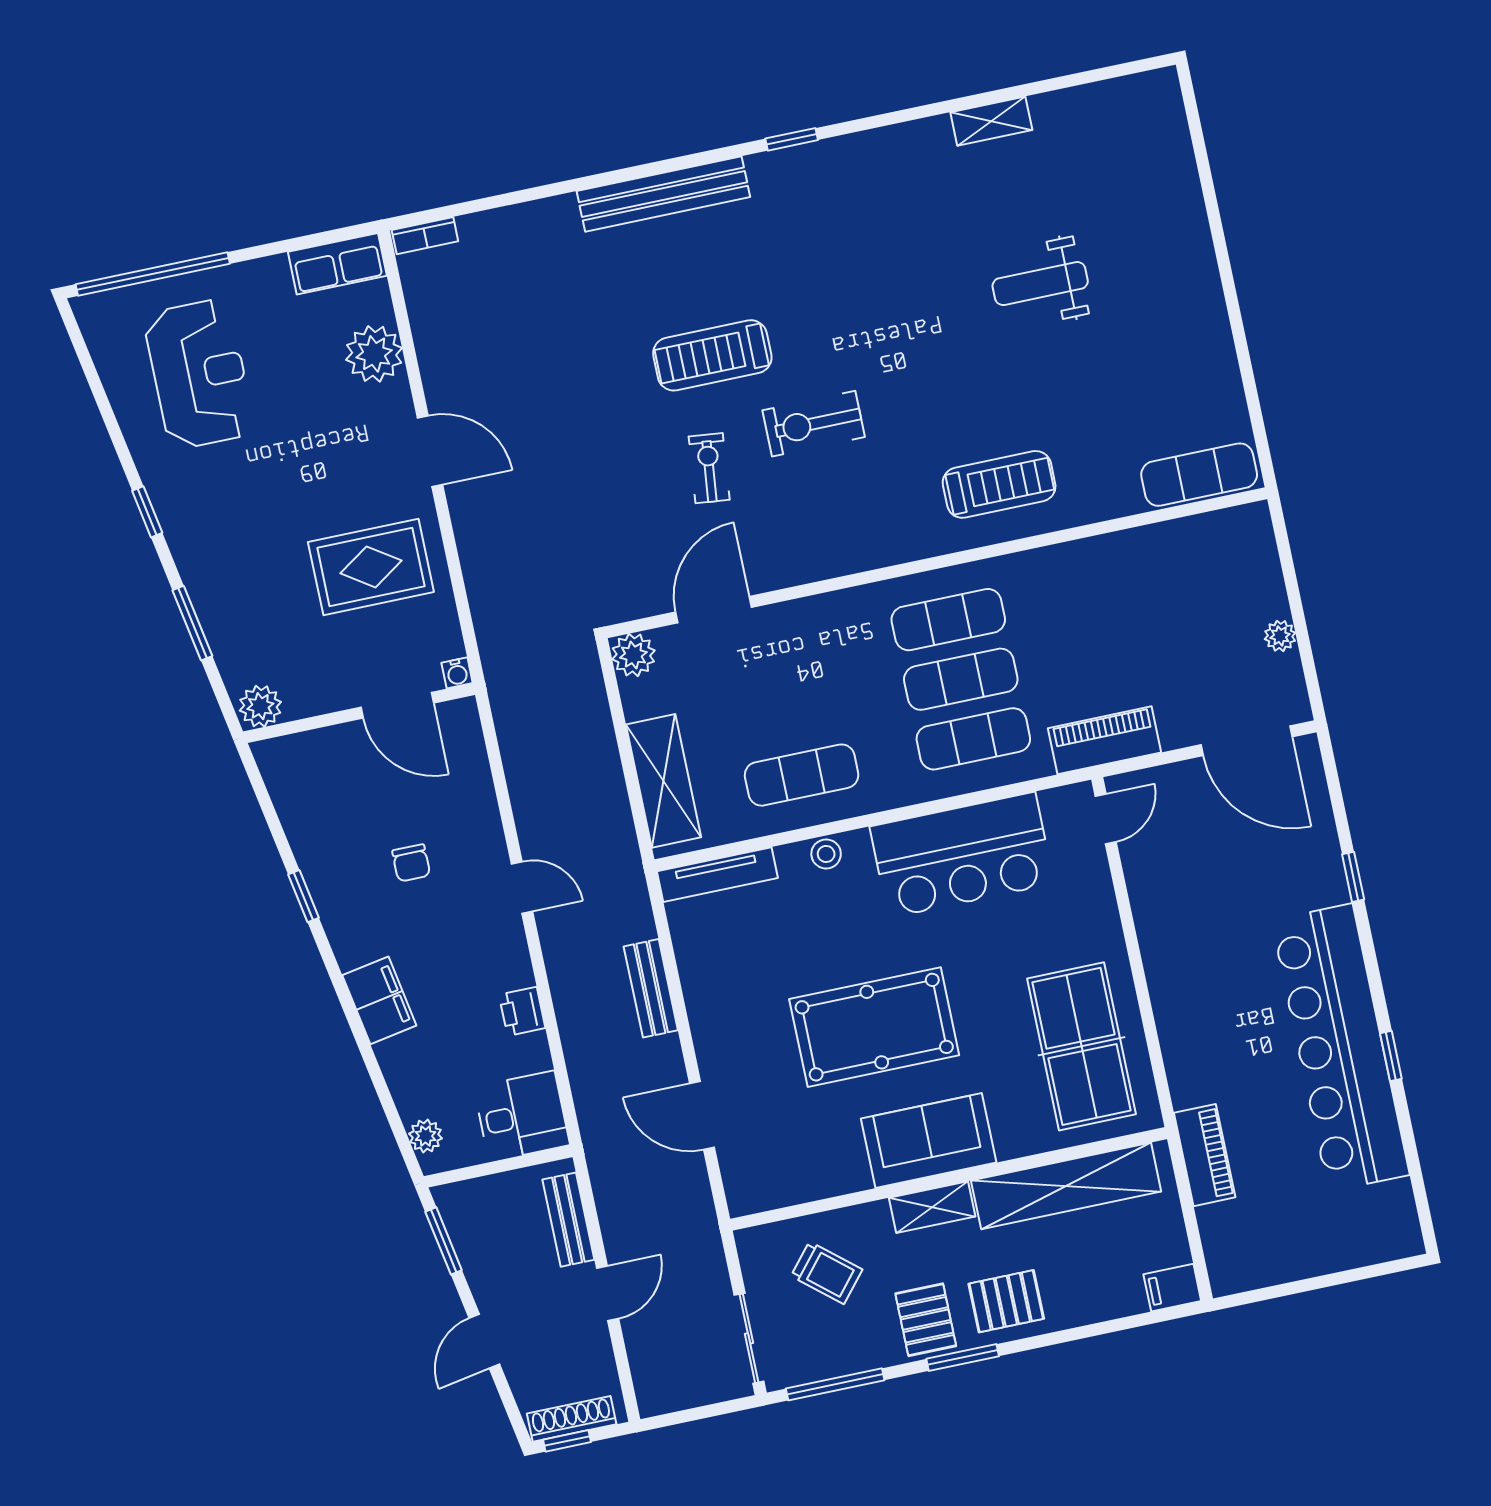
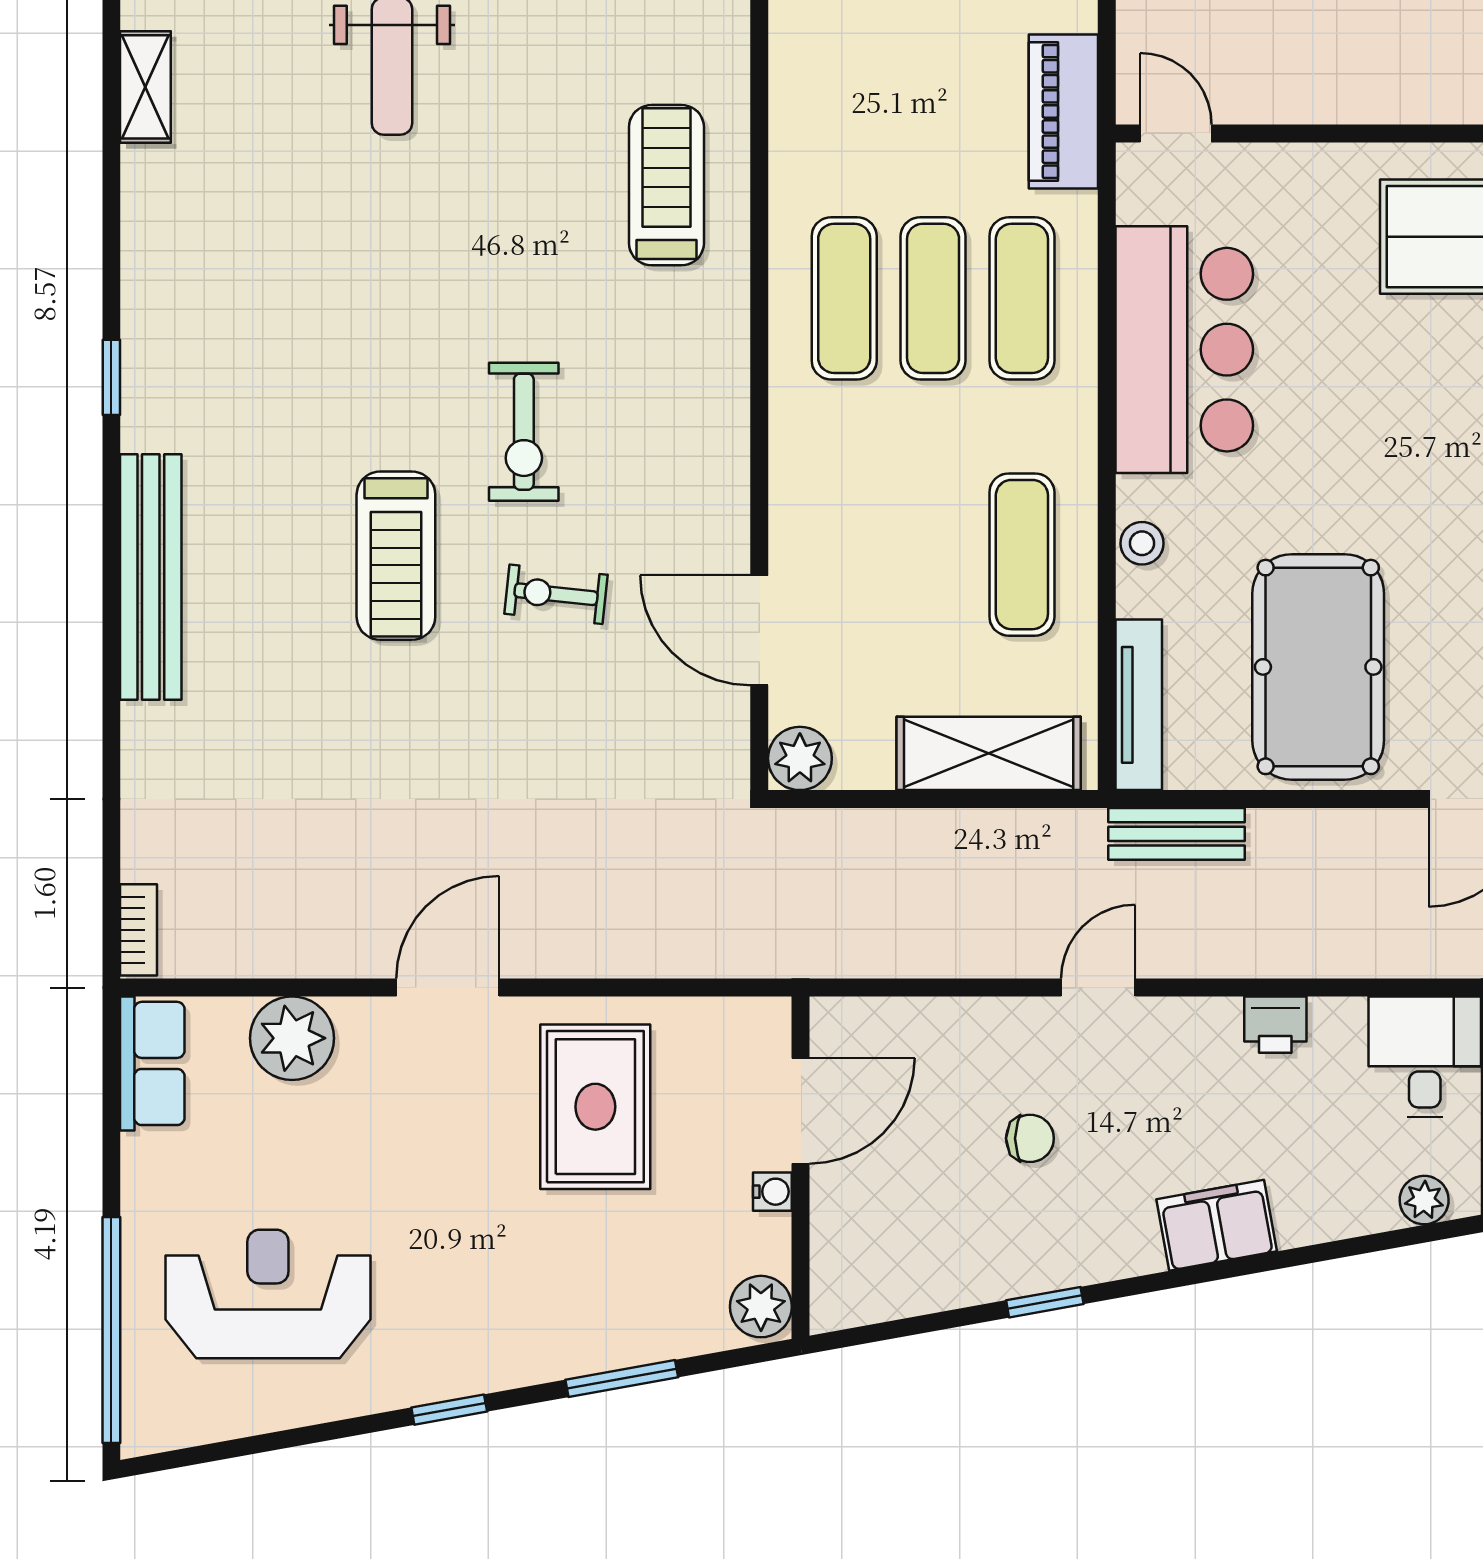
water cooler: (457, 673) -> (772, 1192), moved
bench: (651, 988) -> (1176, 834), moved
pool table: (874, 1027) -> (1318, 667), moved

